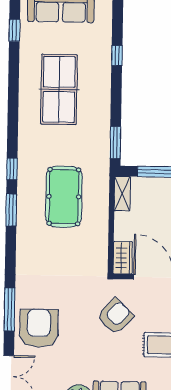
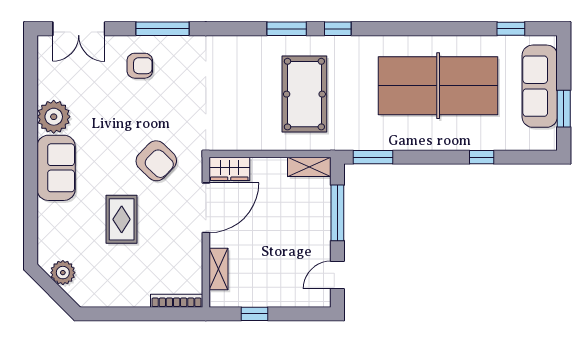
table tennis table: (59, 89) -> (438, 86), width x1.36, depth x1.32
pool table: (64, 197) -> (304, 94), turned 90
armchair: (39, 328) -> (140, 66), width x0.53, depth x0.53

